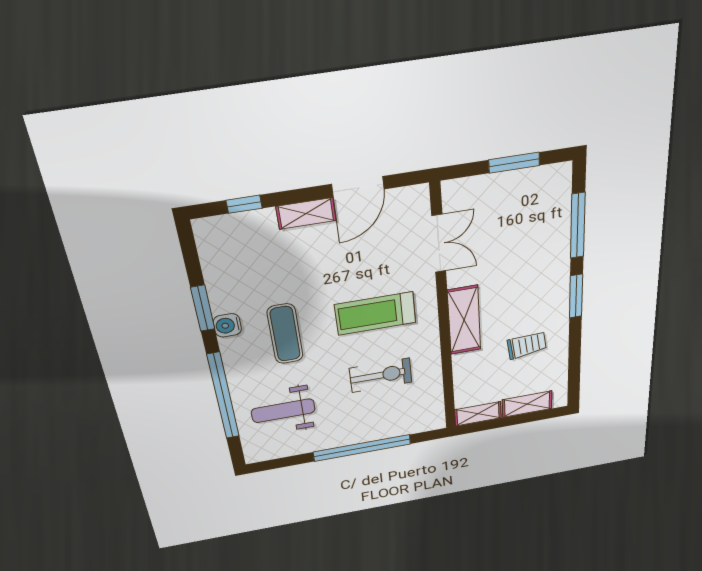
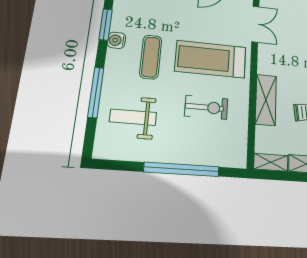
treadmill: (375, 314) -> (211, 59), width x1.37, depth x1.38
shelving: (464, 320) -> (266, 100), moved
window: (223, 396) -> (96, 92), width x0.68

